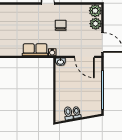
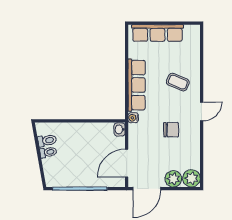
coffee table: (27, 20) -> (178, 82), added
row of seats: (35, 50) -> (137, 85), width x1.48

